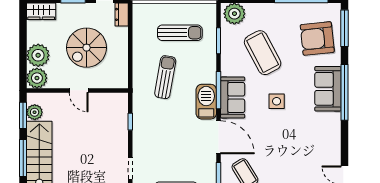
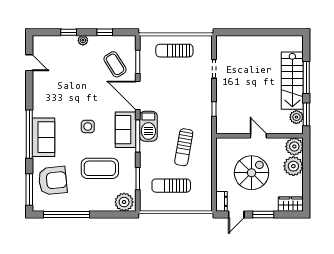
coffee table: (263, 53) -> (100, 168), turned -62

